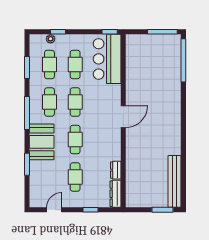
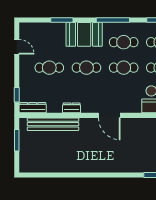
dresser: (116, 170) -> (72, 108), moved
bench: (175, 181) -> (53, 124), moved
window: (91, 210) -> (17, 95), moved
window: (163, 210) -> (17, 140), moved

